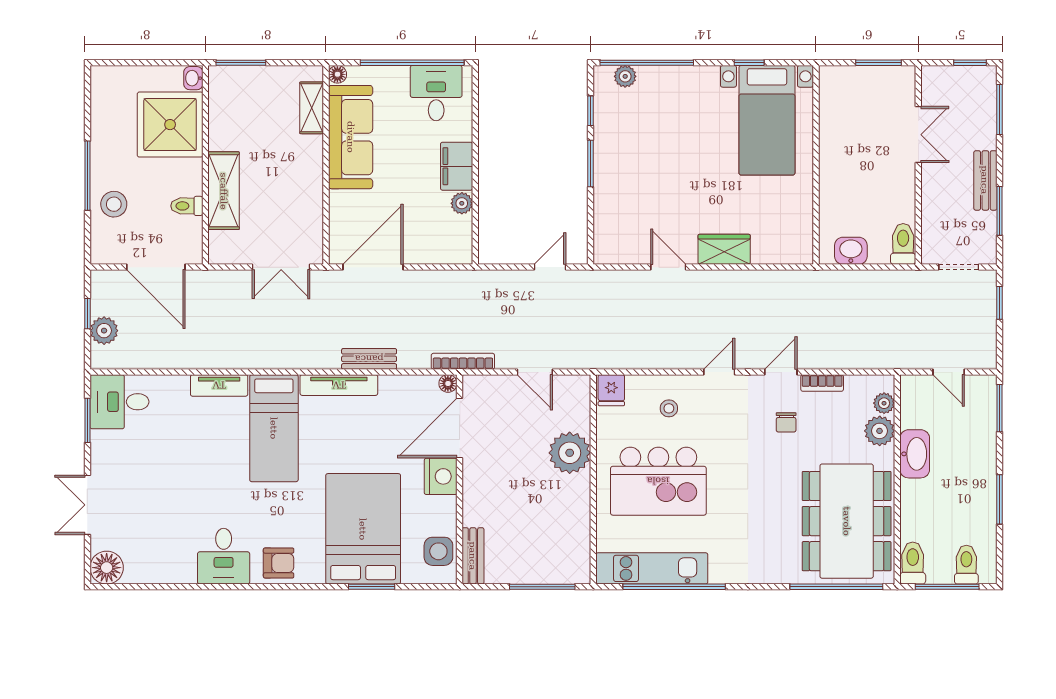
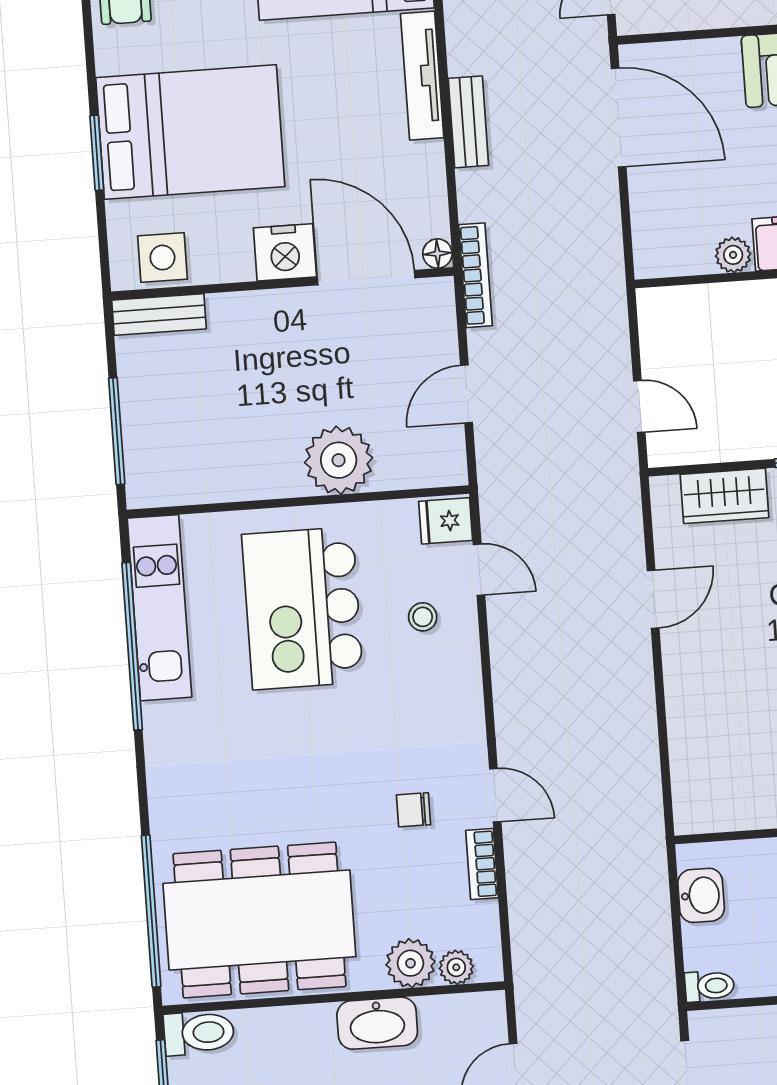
toilet: (903, 244) -> (709, 986), width x0.73, depth x0.72
wardrobe: (724, 249) -> (724, 496), moved, turned 90
door: (719, 372) -> (479, 570), moved

